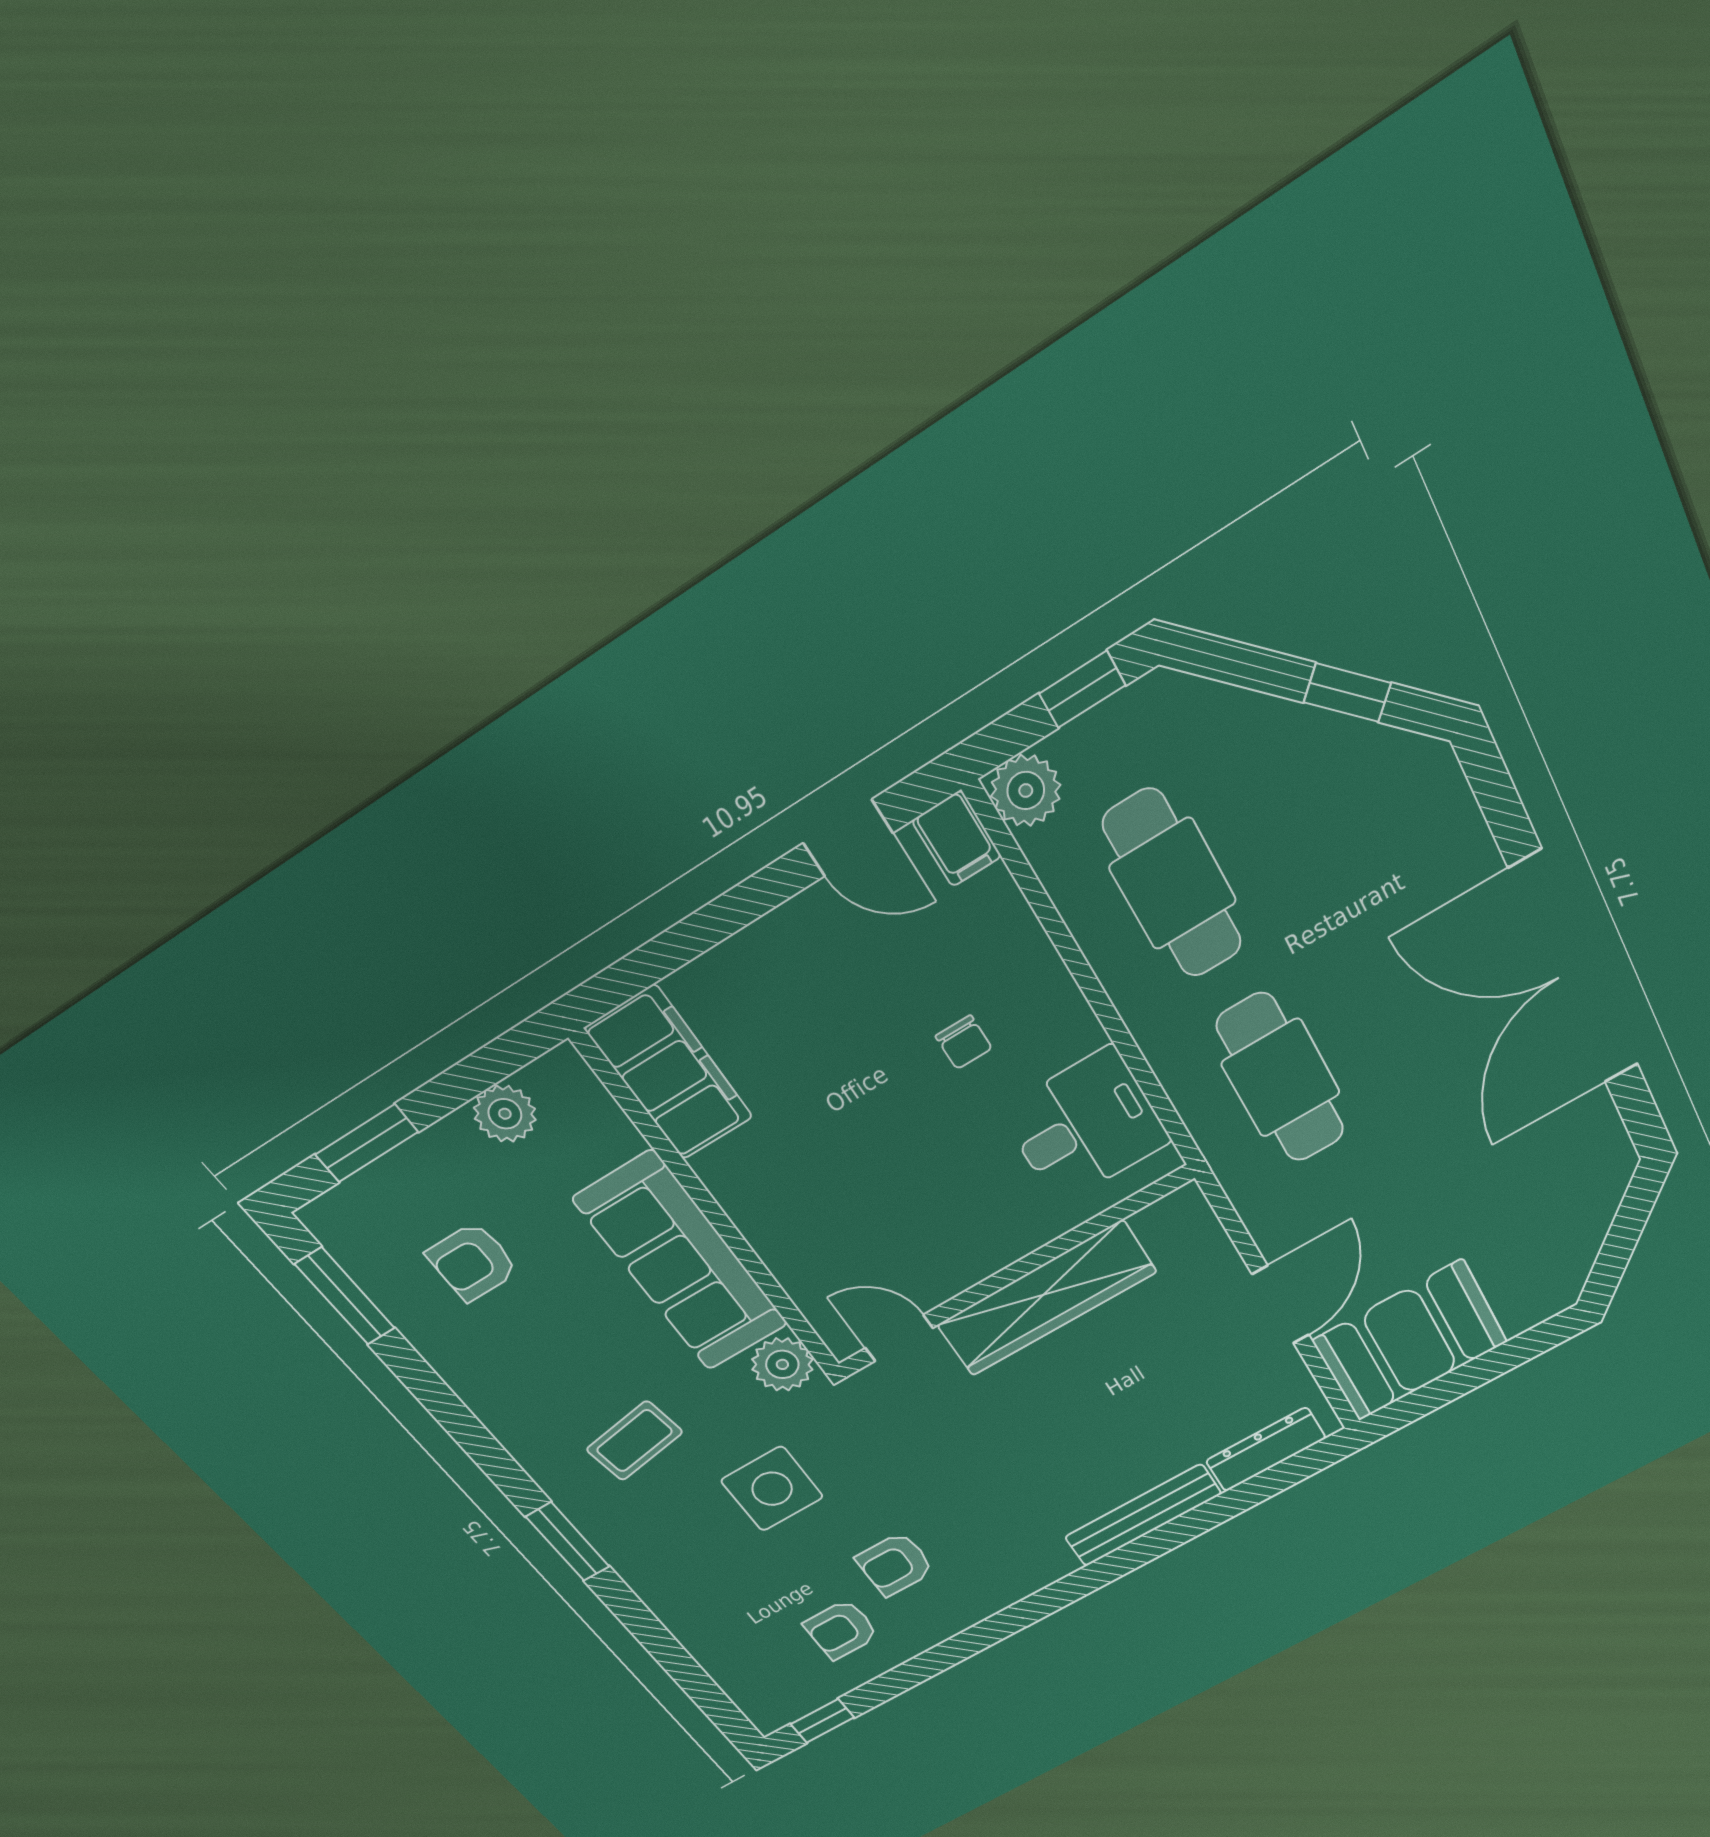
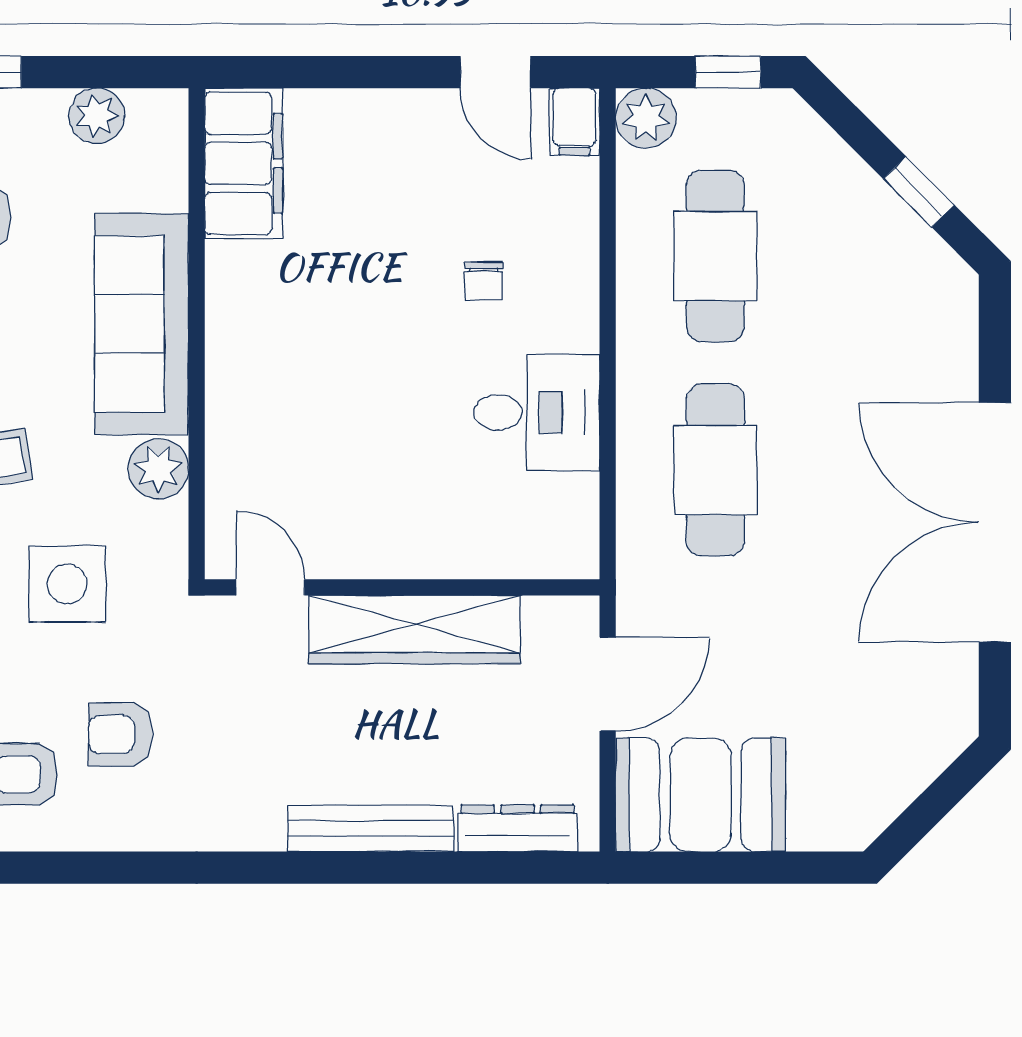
wall: (1014, 1273) -> (402, 587), moved
wardrobe: (1047, 1299) -> (415, 630), moved
door: (899, 1338) -> (270, 587), moved

